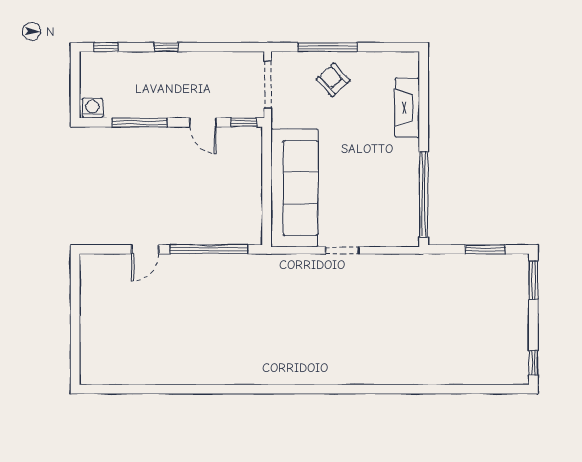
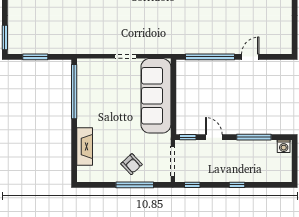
window: (106, 47) -> (192, 185), moved

